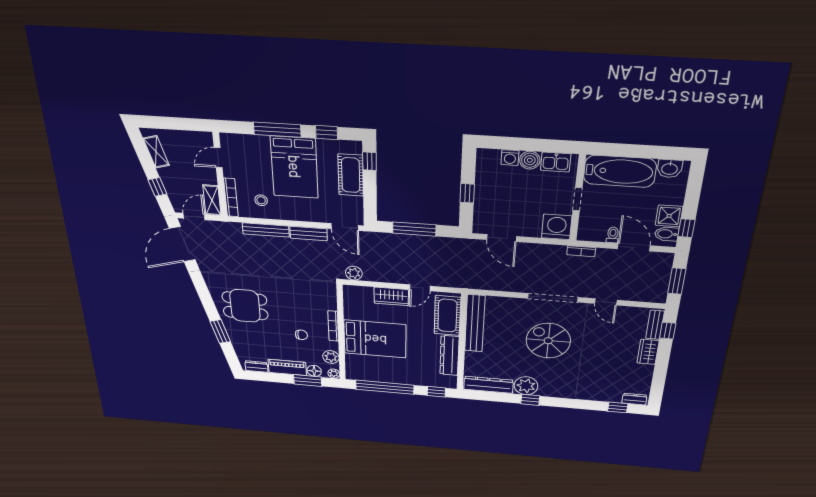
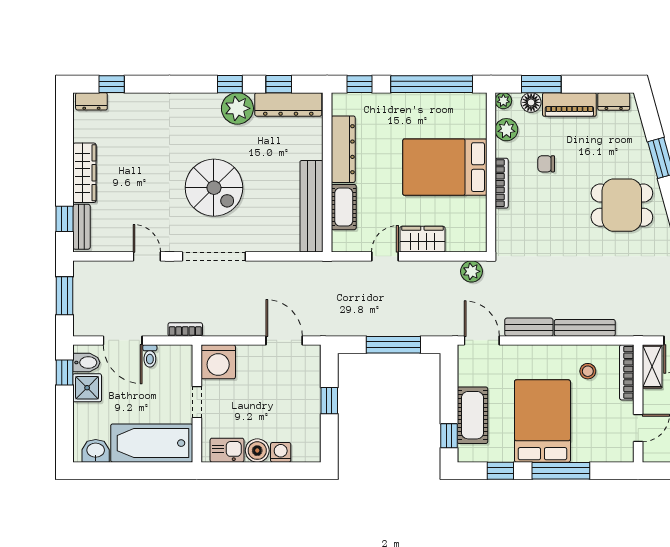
cot: (447, 316) -> (344, 207), width x0.73, depth x0.75
wardrobe: (648, 352) -> (84, 173), width x1.50
window: (495, 397) -> (279, 84), added

